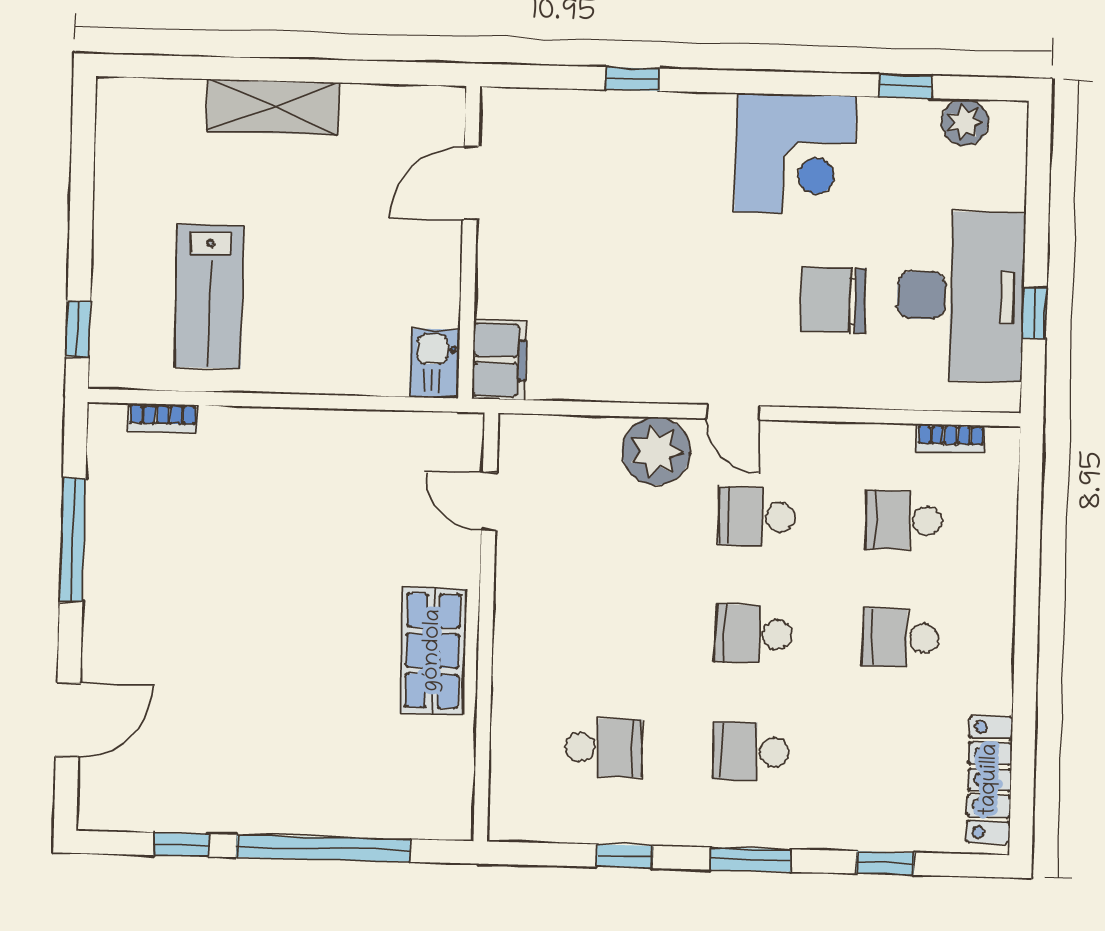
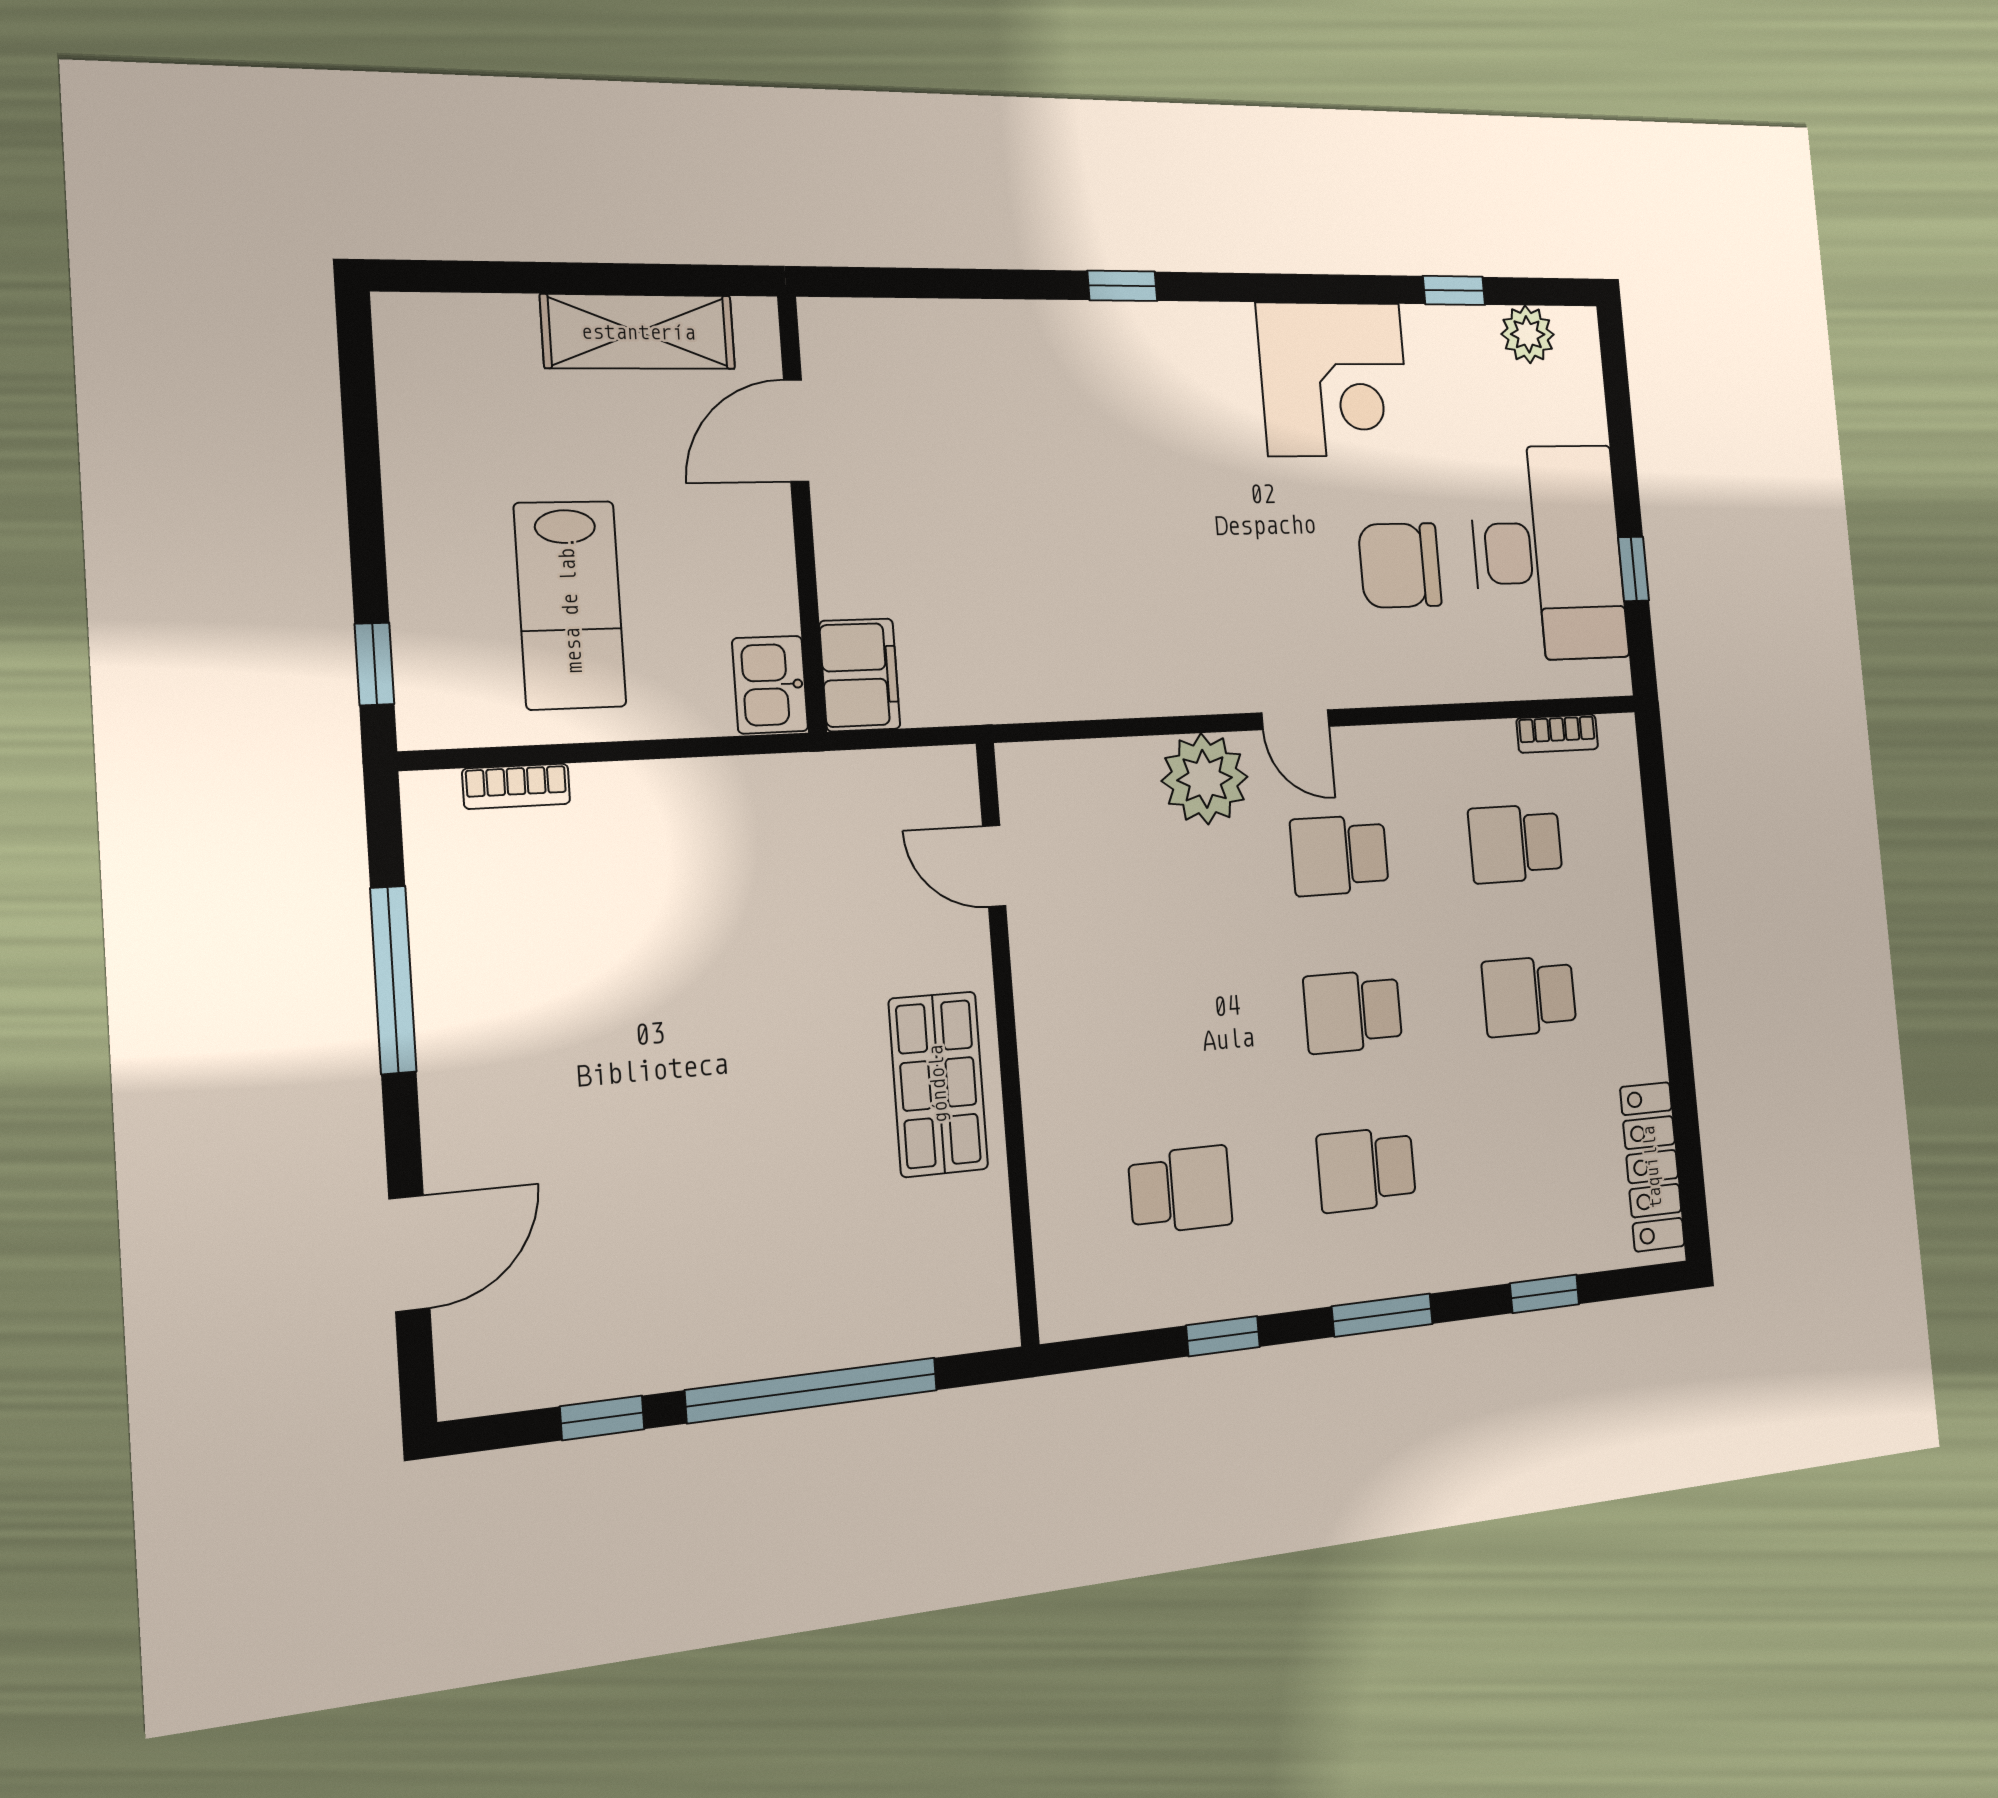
door: (471, 183) -> (796, 431), moved
wall: (469, 242) -> (802, 513), moved
filing cabinet: (499, 360) -> (860, 675), moved
kitchen sink: (435, 363) -> (770, 685), moved

